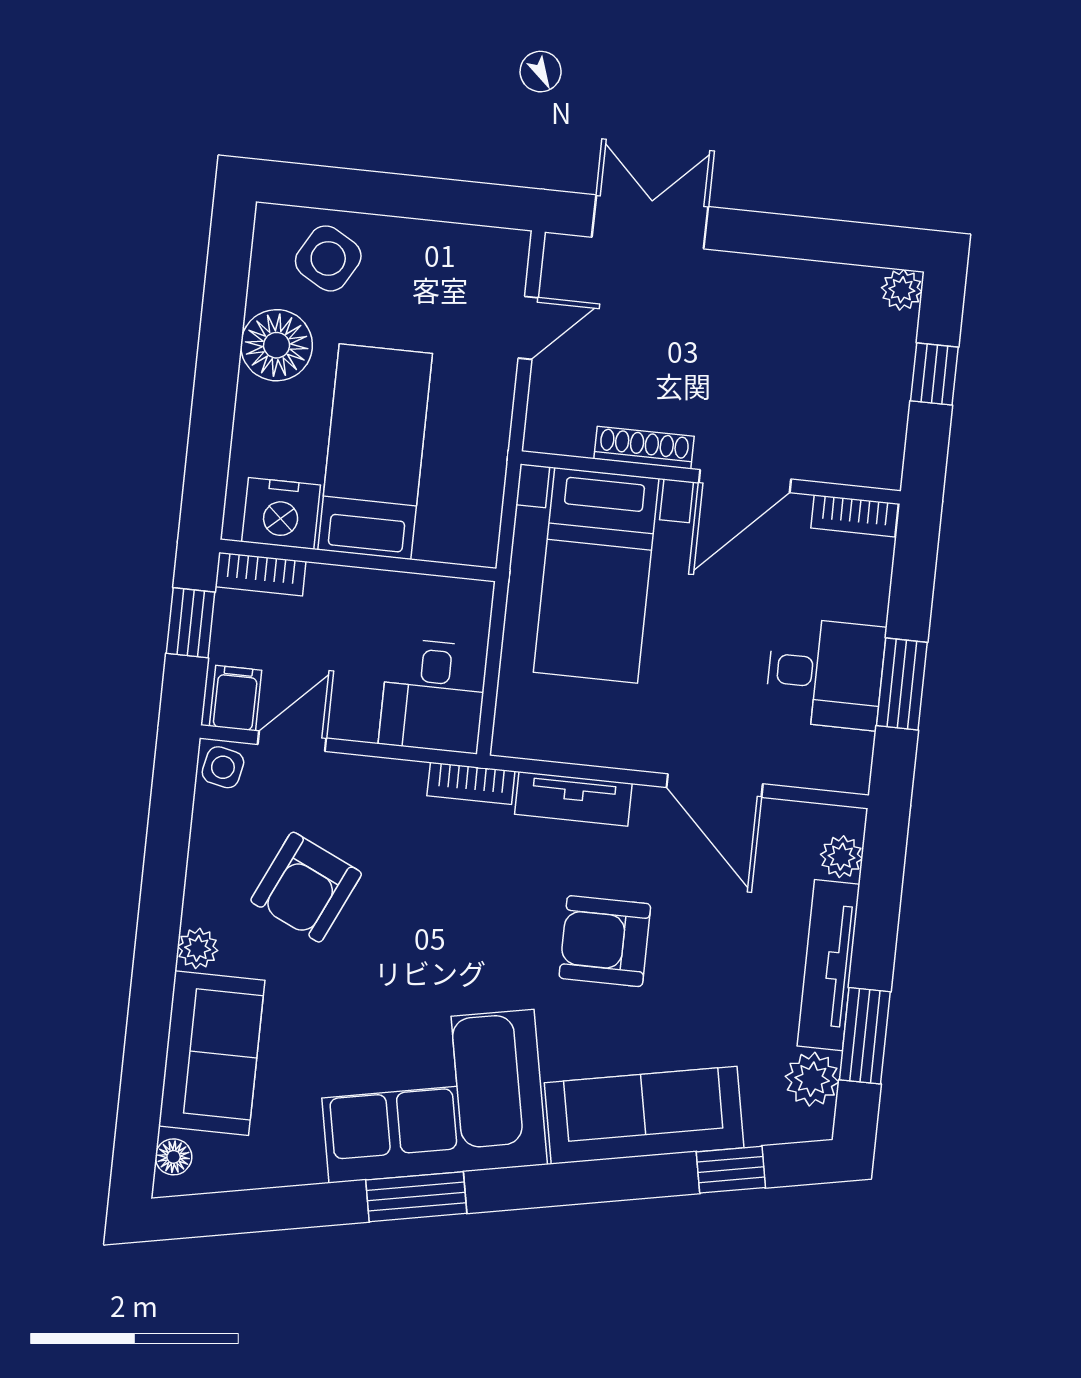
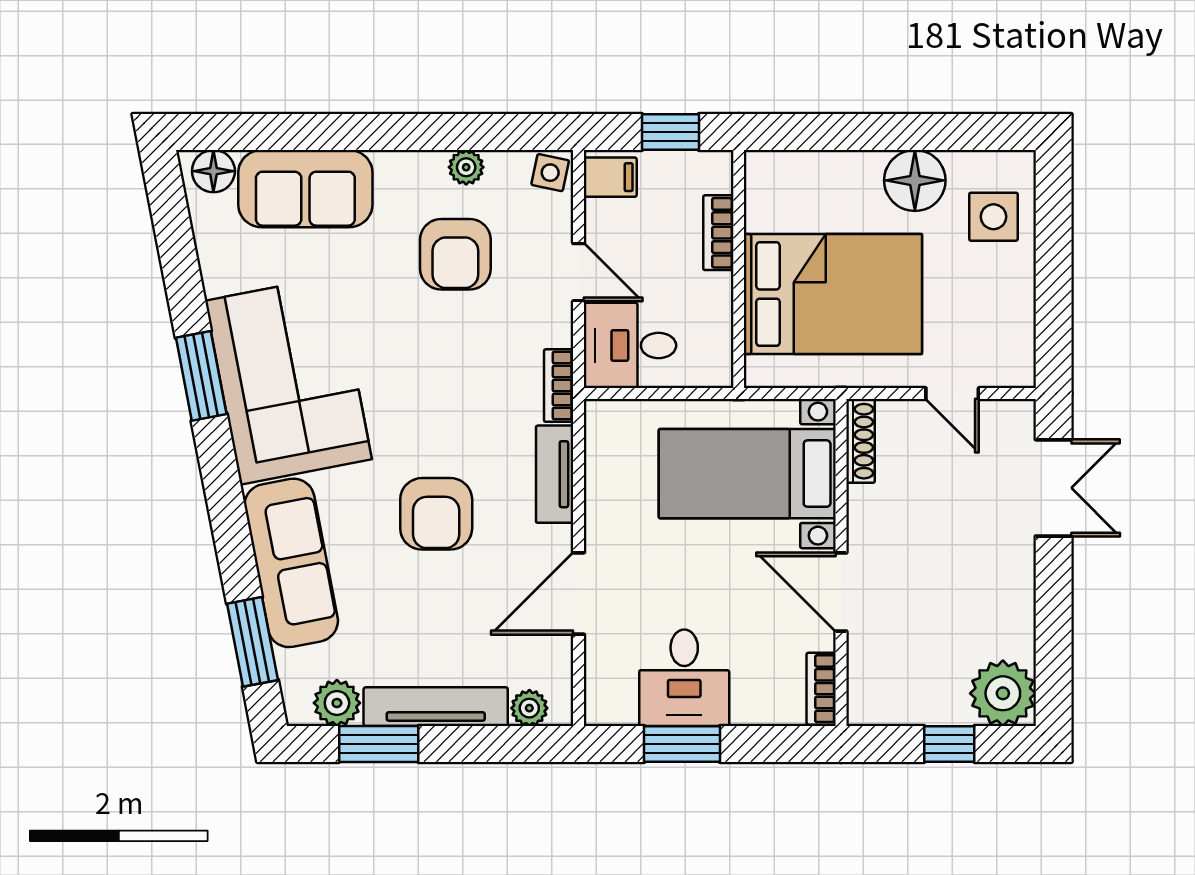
side table: (328, 258) -> (993, 217), turned -30
plant: (902, 290) -> (1003, 693), width x1.87, depth x1.87
shoe rack: (644, 448) -> (860, 441), moved
bed: (375, 452) -> (833, 294), width x1.50
nightstand: (281, 513) -> (772, 199), removed
bookcase: (261, 574) -> (718, 233), moved
door: (292, 741) -> (579, 272), moved
armchair: (306, 887) -> (455, 254), turned -115
armchair: (605, 941) -> (436, 514), turned 180
plant: (198, 948) -> (466, 167), moved
floor lamp: (174, 1157) -> (213, 171), width x1.37, depth x1.37
window: (731, 1170) -> (252, 642), width x1.50

